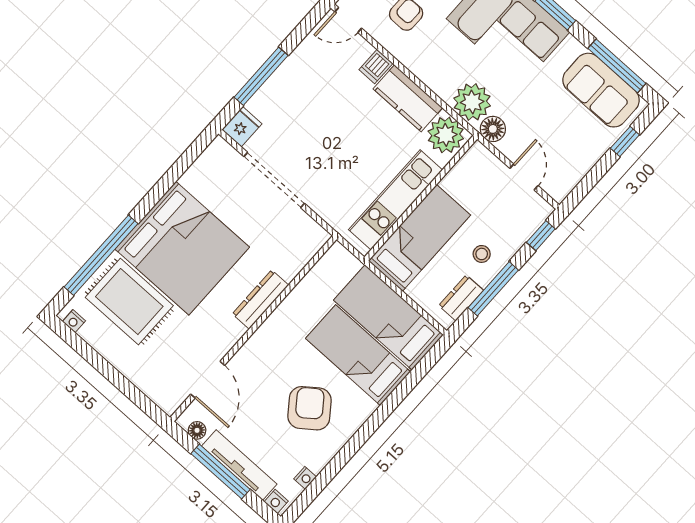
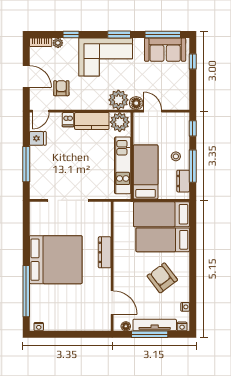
fridge: (242, 127) -> (38, 138), moved, turned 90
door: (524, 177) -> (153, 111), moved
rug: (129, 302) -> (54, 299), removed

